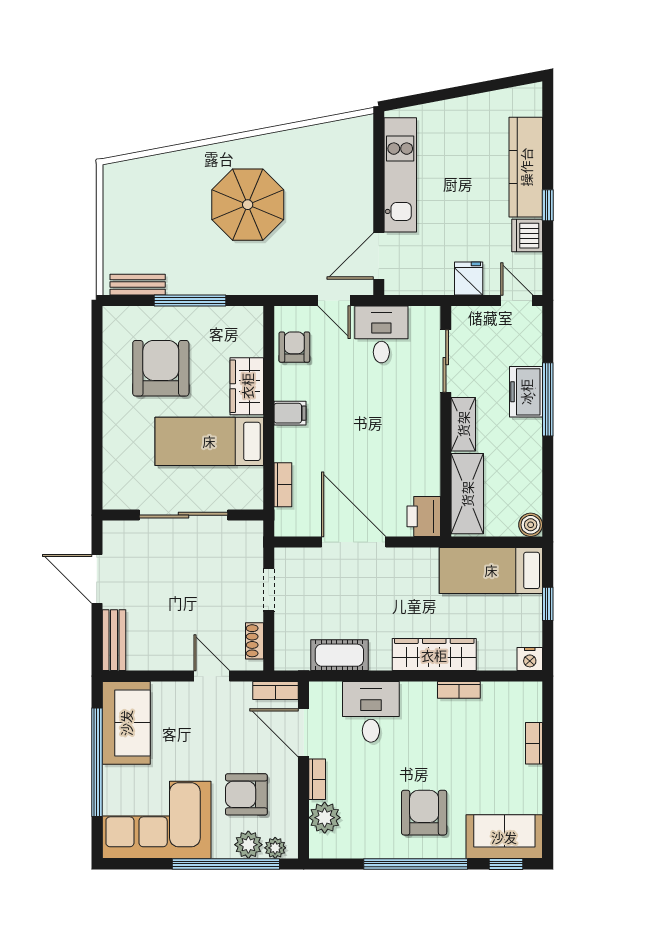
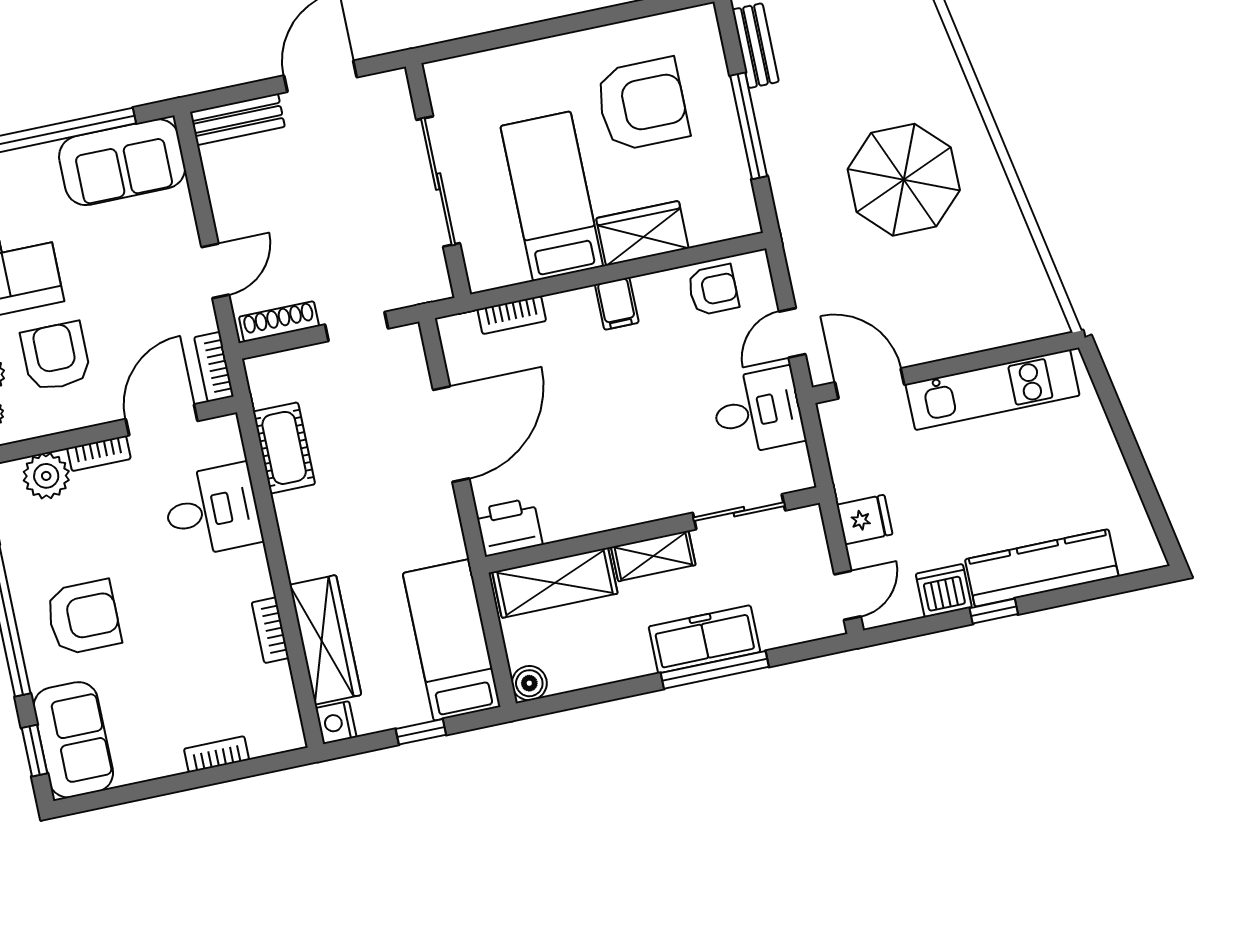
freezer: (526, 392) -> (704, 639), width x1.40
shoe rack: (254, 641) -> (279, 321), width x1.43
wardrobe: (434, 655) -> (325, 640), moved

